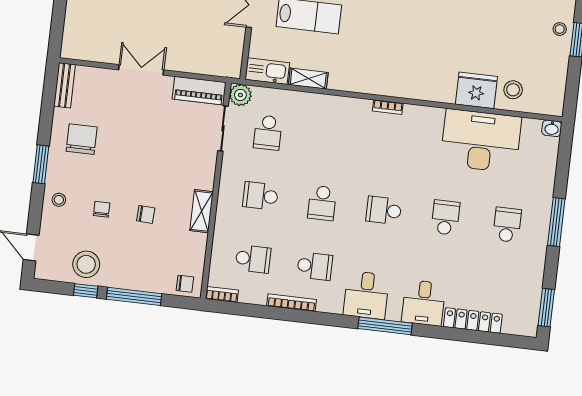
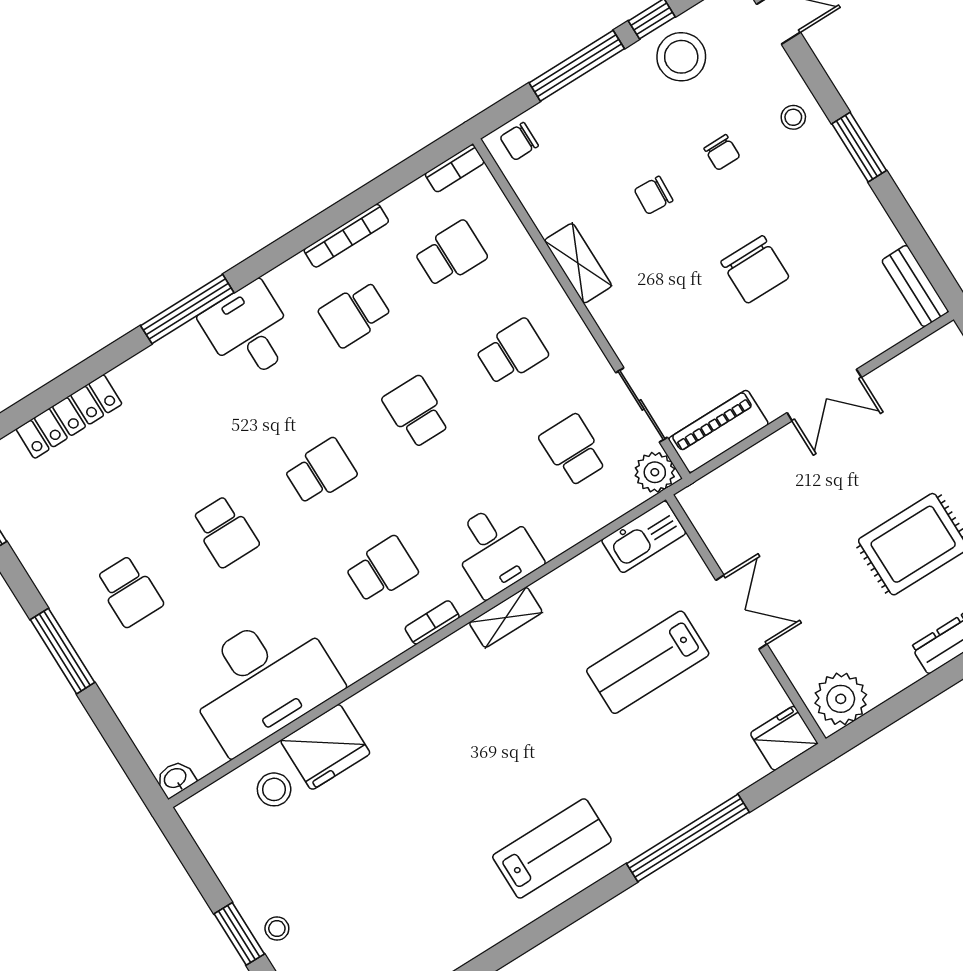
shelving: (308, 79) -> (506, 617), moved
chair: (82, 139) -> (755, 270), moved
school desk: (391, 147) -> (382, 570), added
school desk: (253, 259) -> (451, 254), turned 180
desk: (424, 303) -> (495, 550), moved, turned 180

